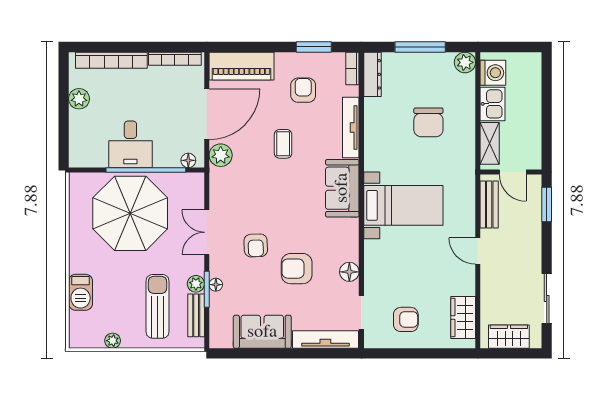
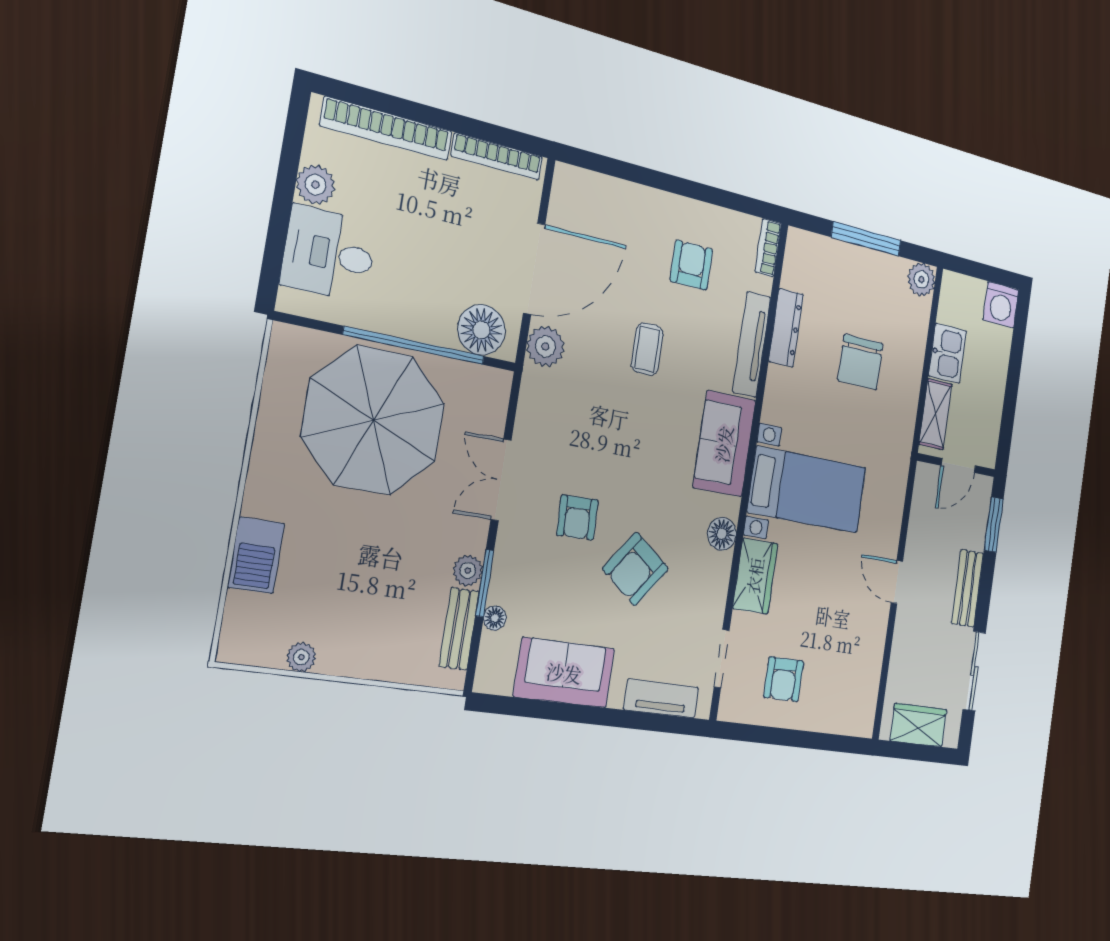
window: (314, 47) -> (718, 197), removed
piano: (242, 66) -> (603, 199), removed
washing machine: (493, 73) -> (1001, 305), moved, turned 90
dresser: (372, 74) -> (786, 328), moved
desk: (130, 144) -> (329, 254), moved, turned 90
floor lamp: (188, 160) -> (481, 330), width x1.89, depth x1.89
door: (513, 172) -> (958, 466), hinge flipped
bench: (489, 204) -> (967, 588), moved
armchair: (297, 269) -> (636, 569), turned -53
floor lamp: (349, 272) -> (722, 534), moved
floor lamp: (216, 285) -> (495, 618), moved
sun lounger: (157, 306) -> (394, 603), removed
wardrobe: (463, 318) -> (755, 576), moved, turned 180
armchair: (406, 319) -> (784, 679), turned 90
tv unit: (325, 339) -> (661, 698), width x0.71

